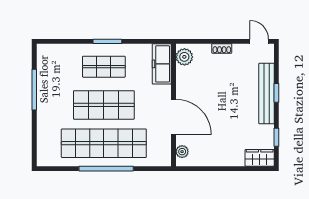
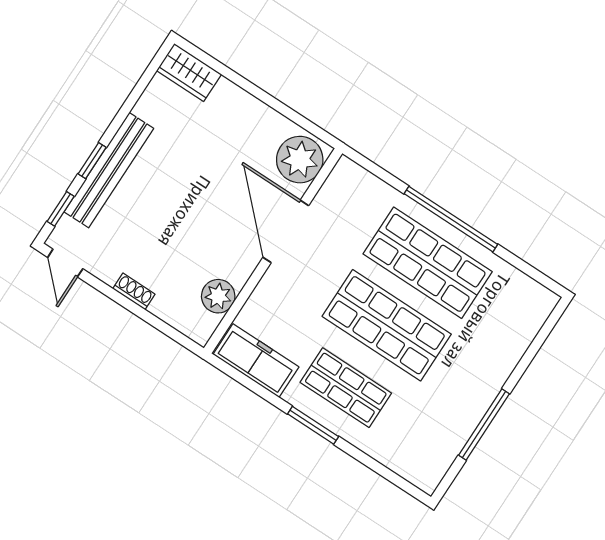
plant: (184, 57) -> (218, 296), moved
freezer: (162, 64) -> (256, 361), moved, turned -90
window: (276, 137) -> (61, 209), moved
shop shelf: (104, 143) -> (428, 263), width x0.71
plant: (182, 152) -> (300, 160), width x1.88, depth x1.88

